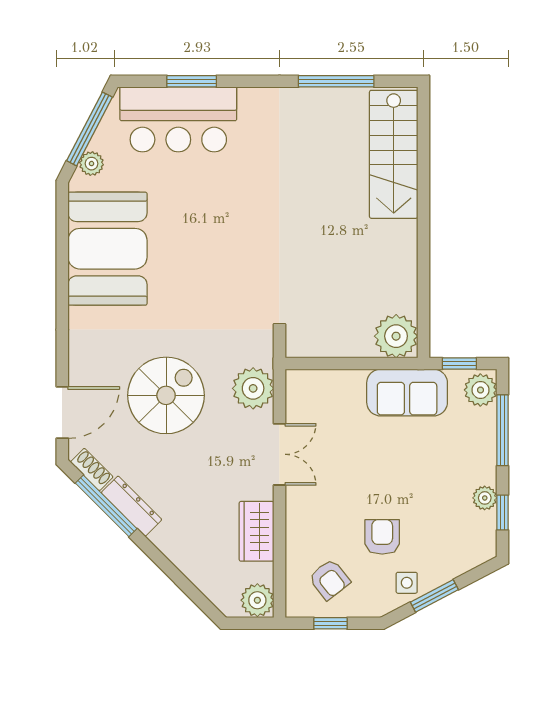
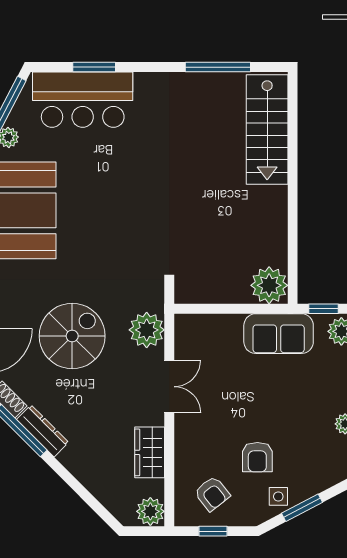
armchair: (382, 537) -> (257, 457), turned 180

